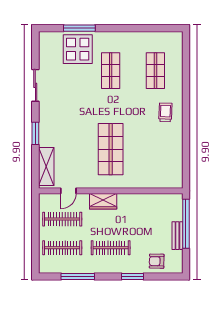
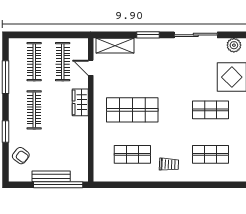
plant: (46, 47) -> (234, 45), added
sliding door: (35, 85) -> (196, 35), width x1.37
shop shelf: (155, 149) -> (132, 154), added
bench: (177, 236) -> (51, 176), width x1.36
armchair: (157, 261) -> (21, 156), turned 126

